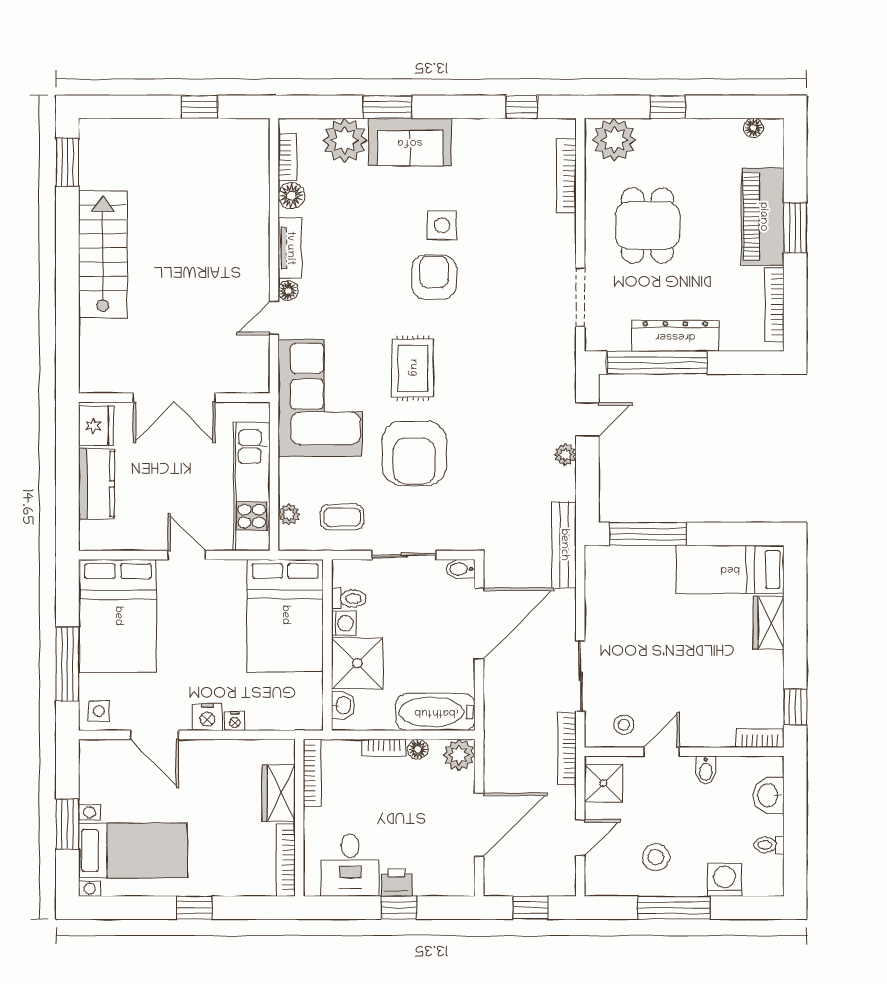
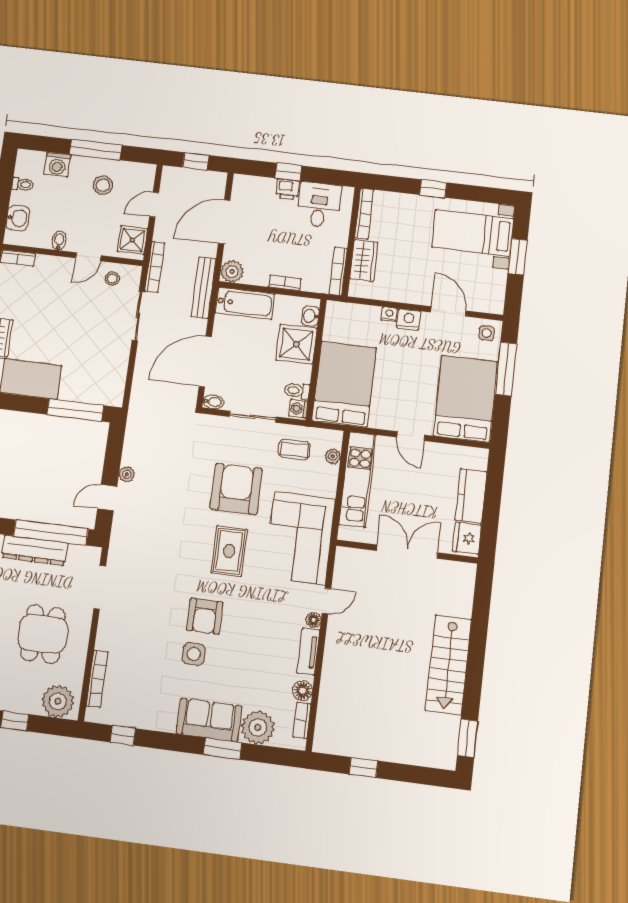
bench: (564, 545) -> (204, 288), moved
washing machine: (344, 623) -> (298, 409), moved
floor lamp: (418, 749) -> (261, 279), removed

